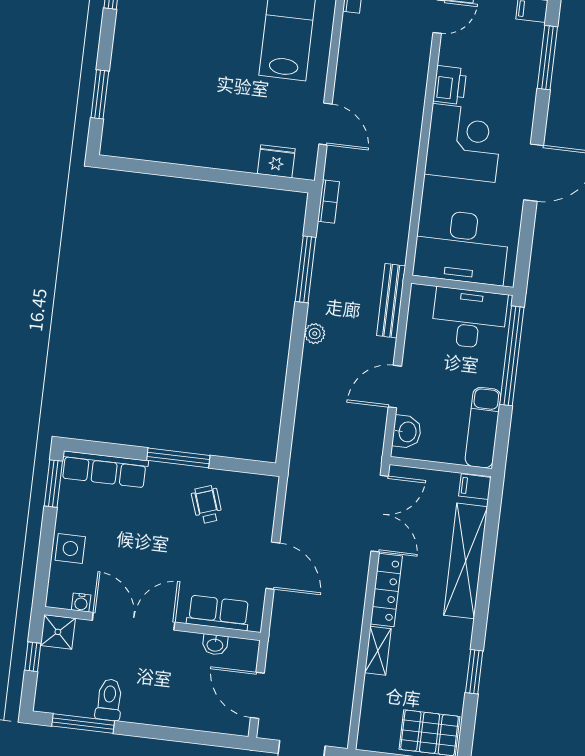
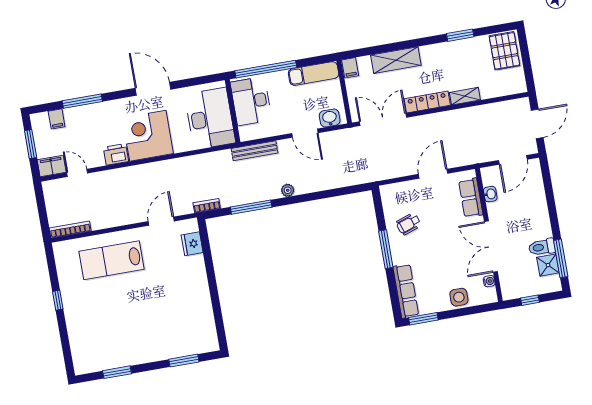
shelving: (466, 561) -> (396, 60), width x0.68
shower: (58, 632) -> (548, 265), moved

